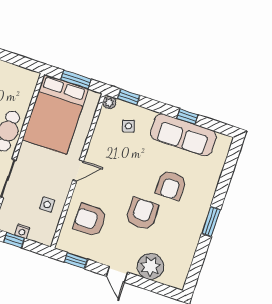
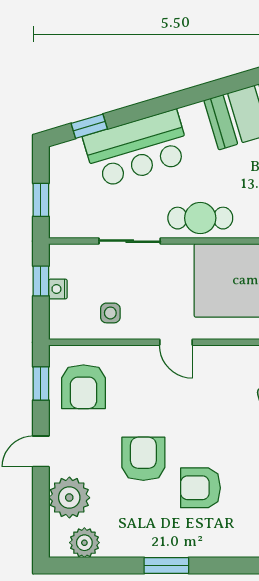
armchair: (142, 214) -> (143, 459), turned -90
armchair: (90, 220) -> (83, 387), moved, turned 180
plant: (181, 266) -> (84, 543), added

